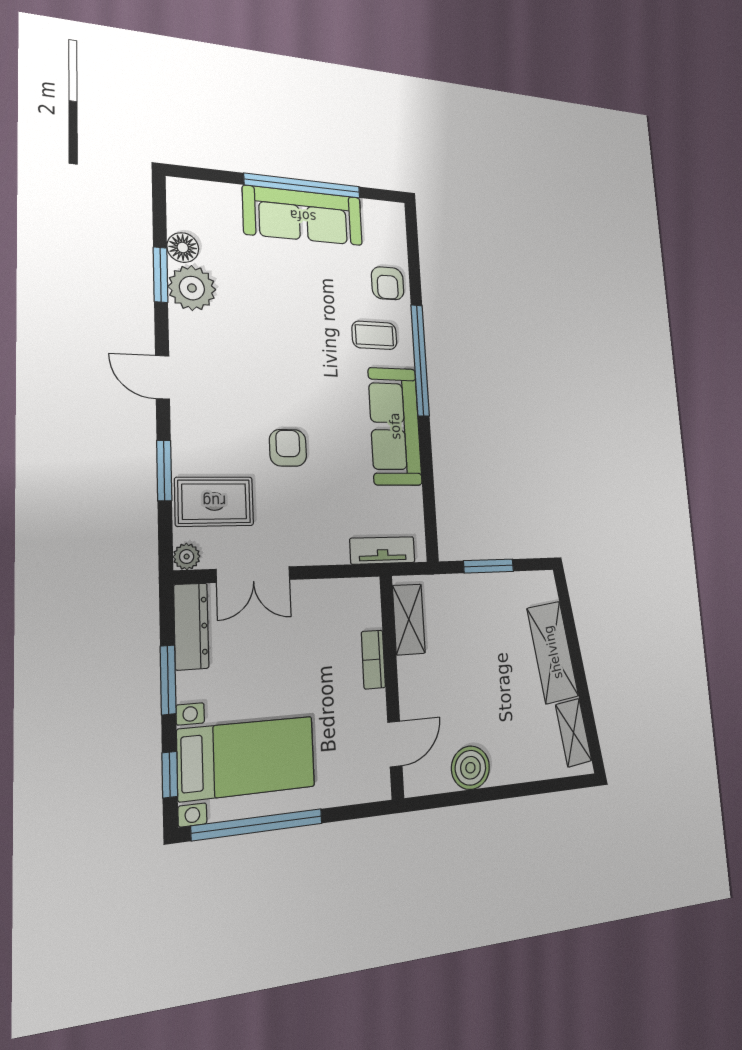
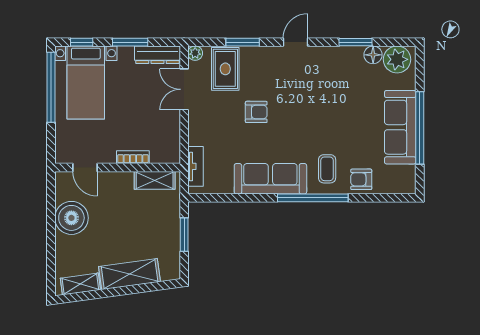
plant: (192, 288) -> (397, 59), moved
boiler: (470, 768) -> (71, 218), width x1.37, depth x1.37

